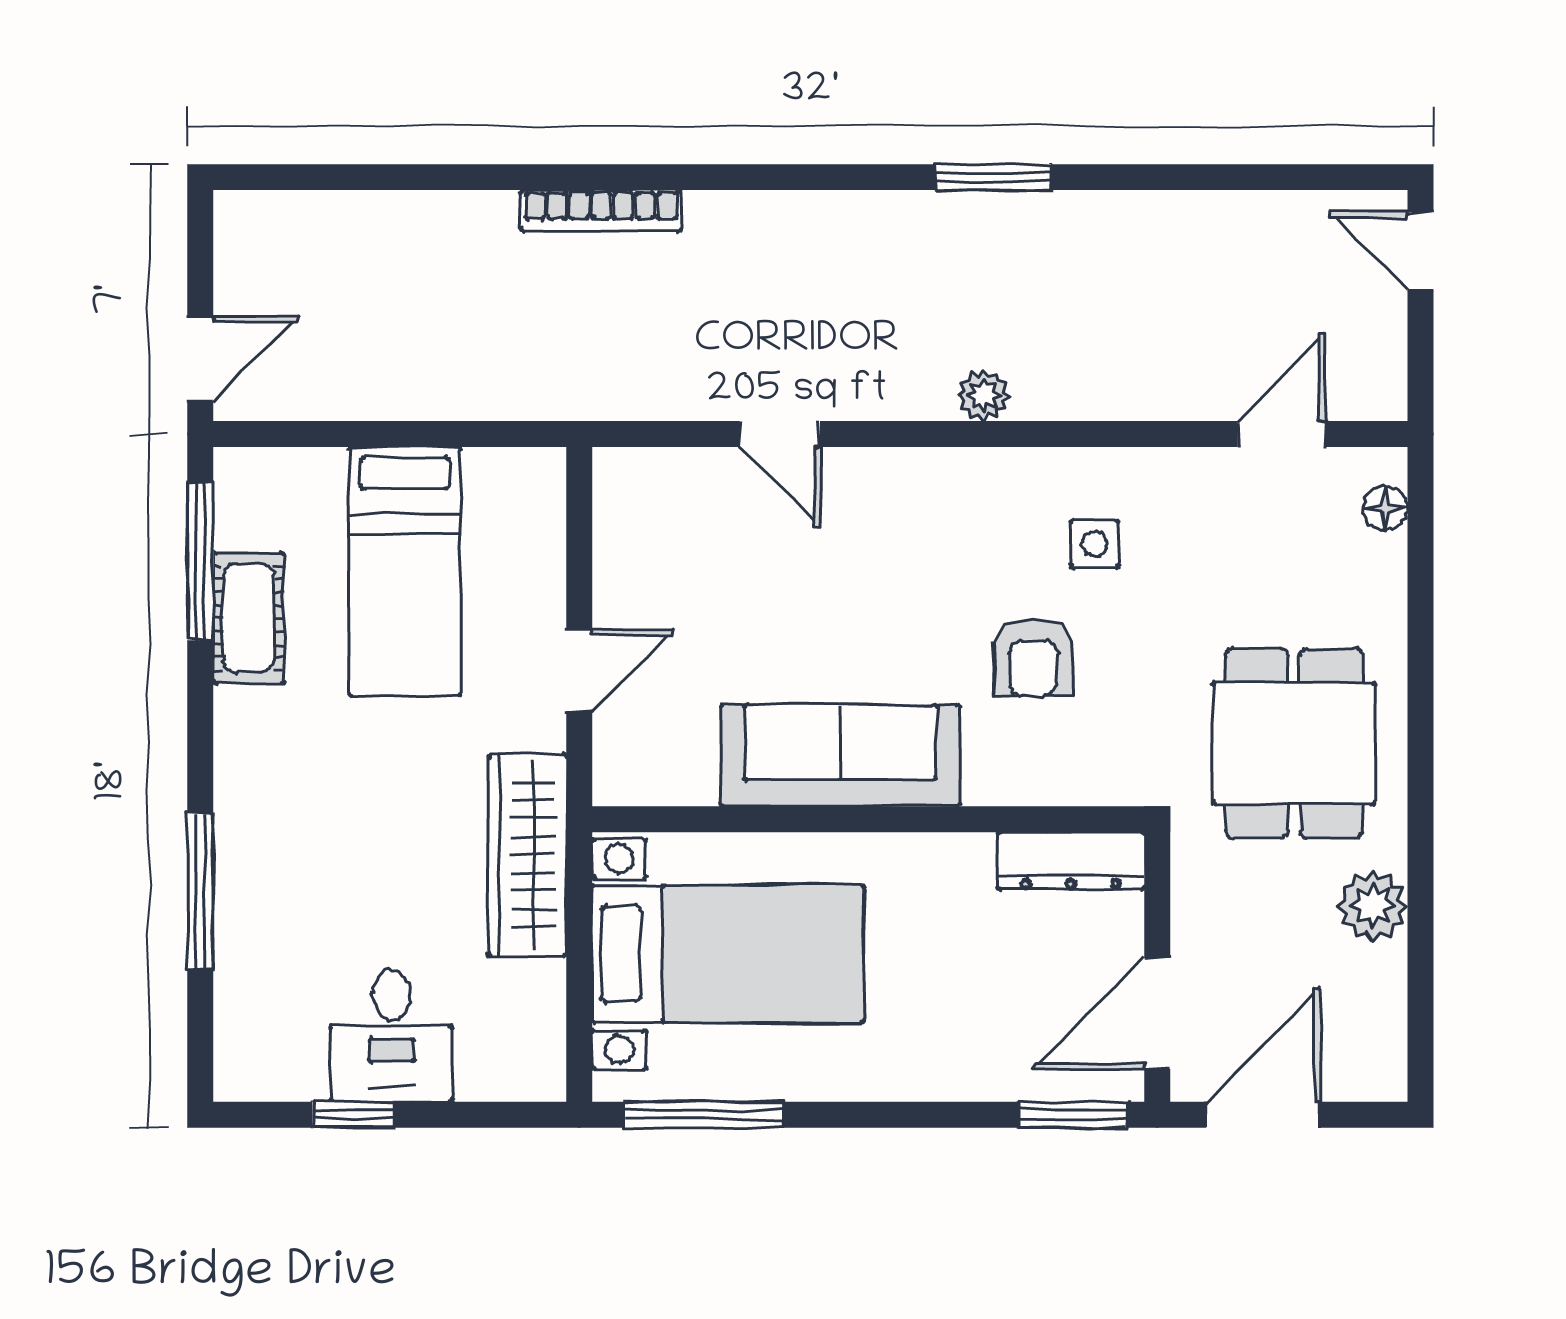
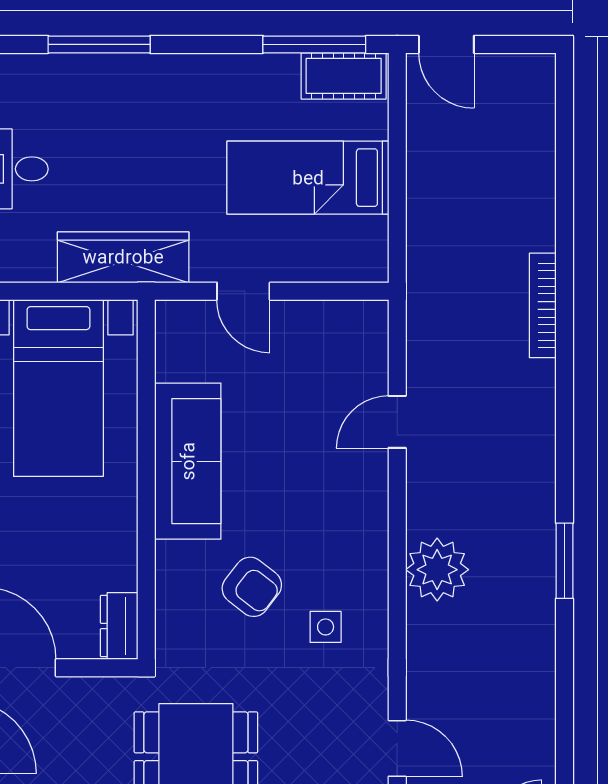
plant: (984, 395) -> (437, 570), width x1.87, depth x1.87
cot: (249, 618) -> (344, 76), moved
armchair: (1033, 657) -> (252, 587), turned -142
dresser: (1071, 861) -> (119, 626), width x0.70

